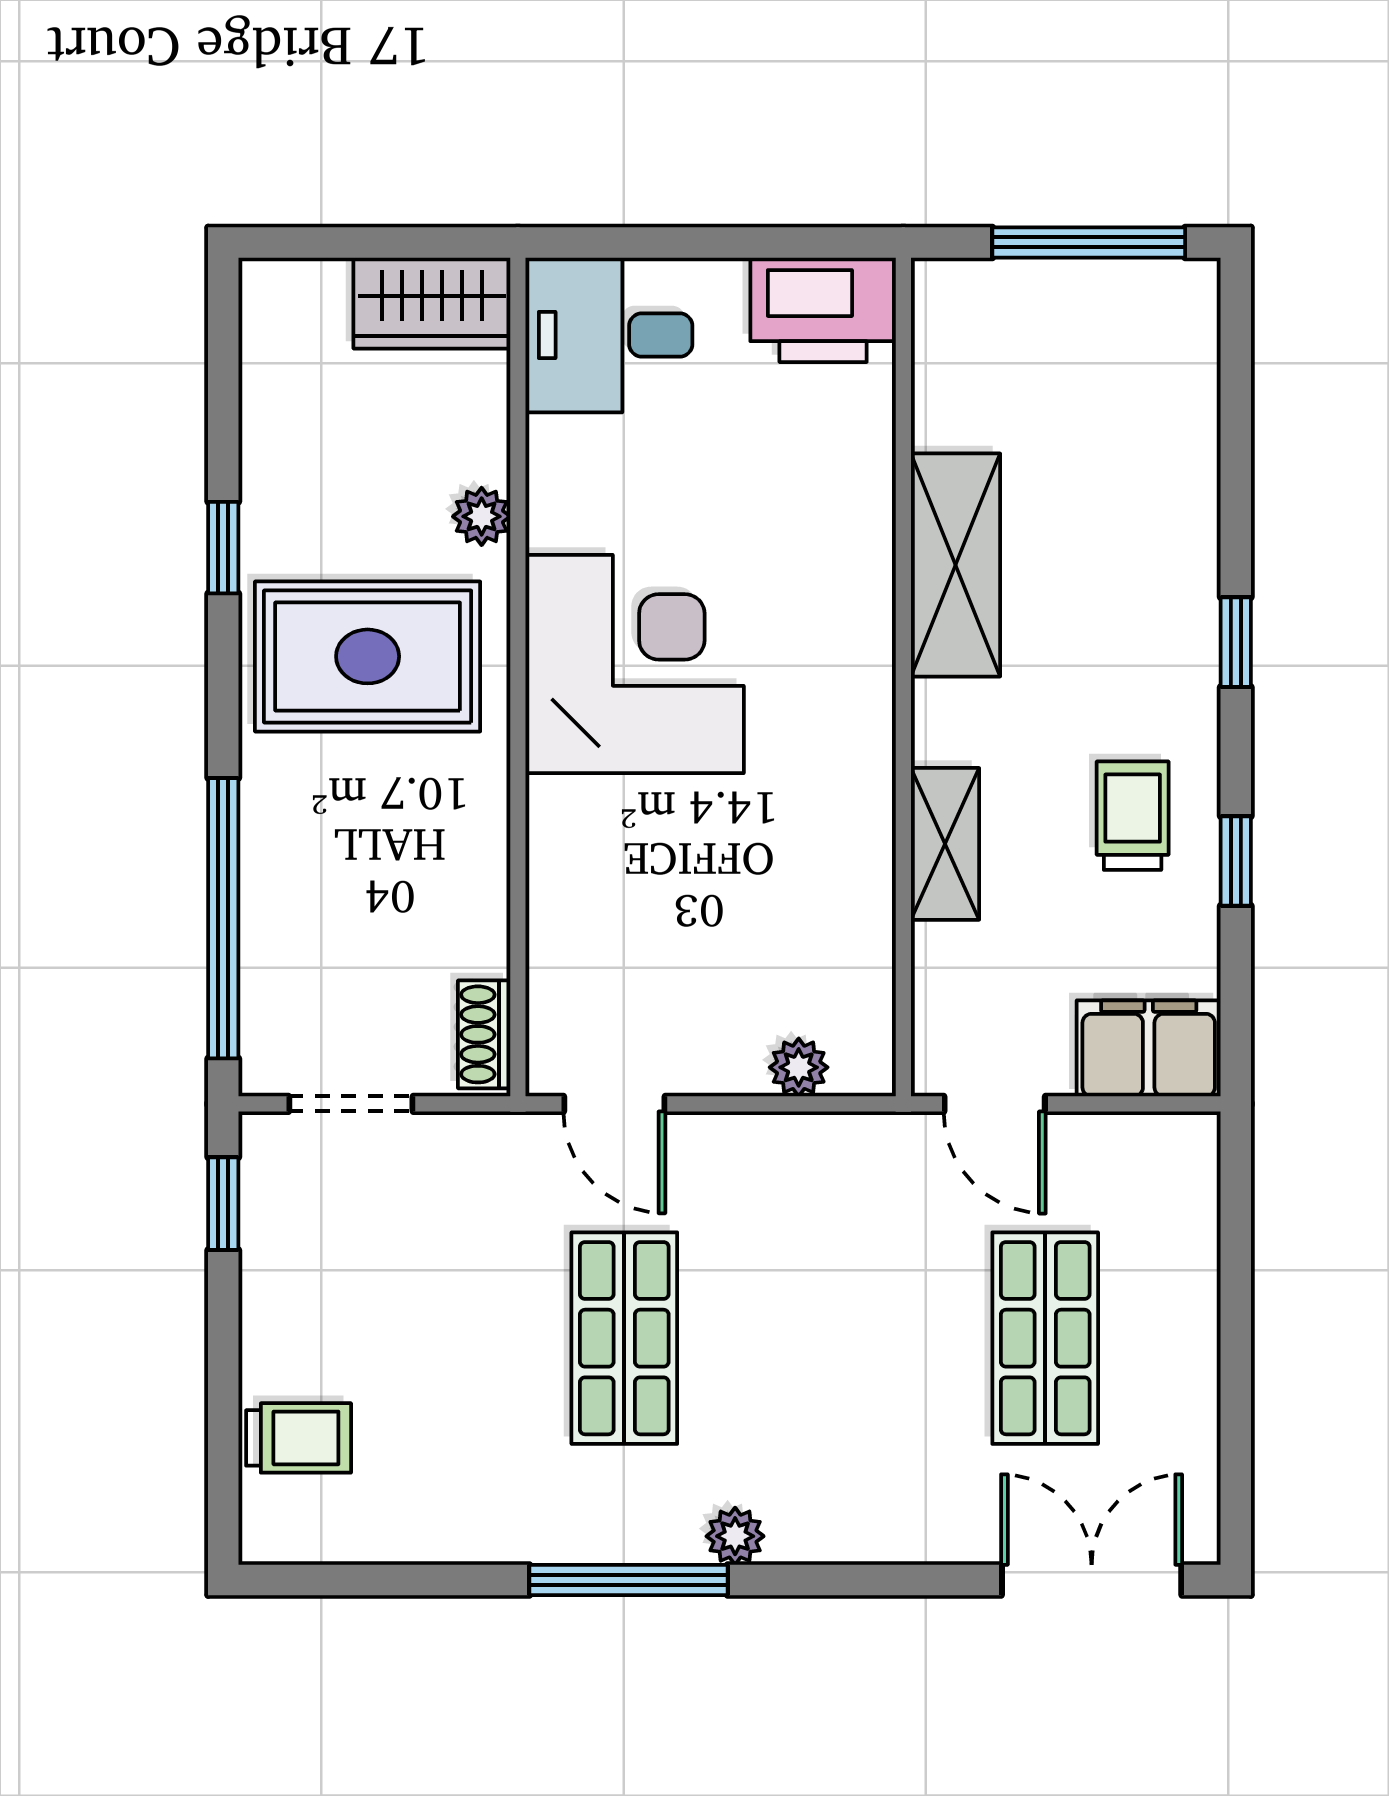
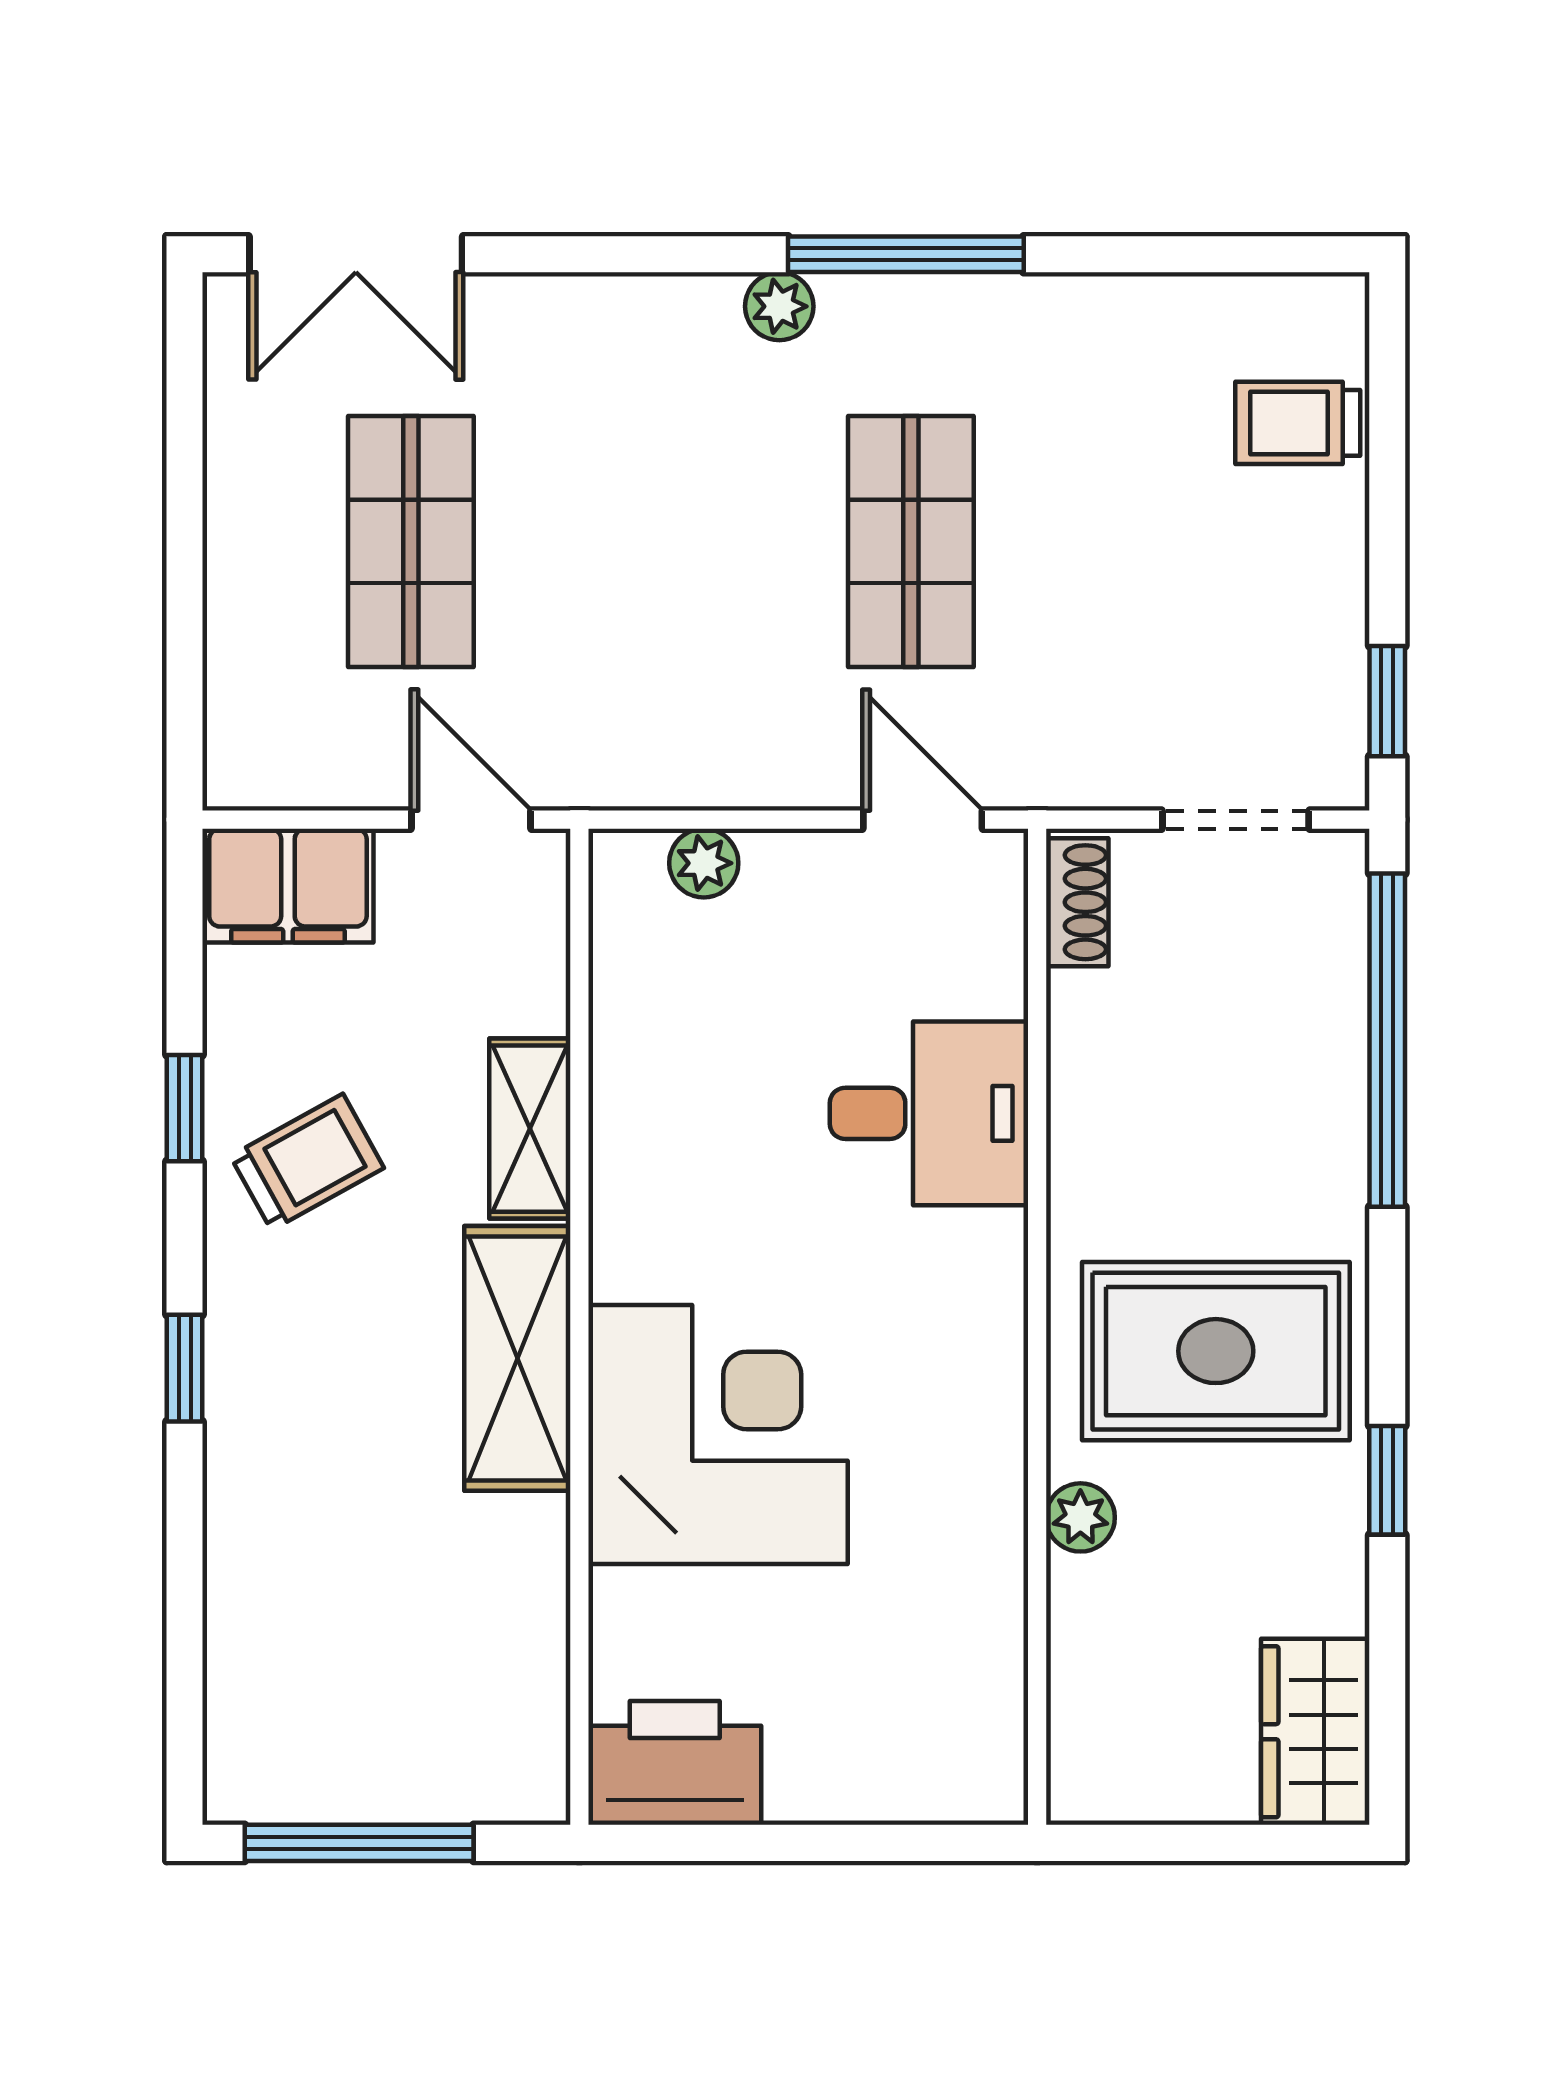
wardrobe: (432, 303) -> (1315, 1732), moved, turned -90
desk: (609, 335) -> (929, 1113), moved
shelving: (955, 565) -> (517, 1358), moved
corner desk: (635, 664) -> (718, 1435), moved, turned 180
trolley: (1133, 816) -> (307, 1162), turned -119

